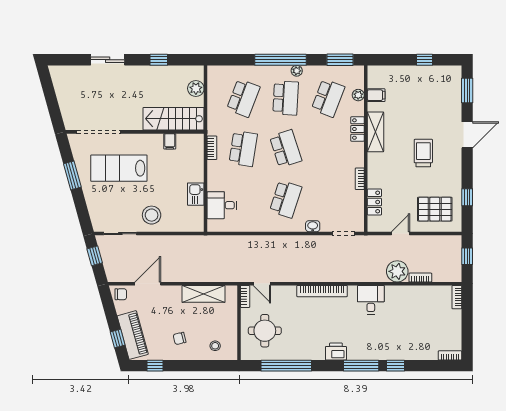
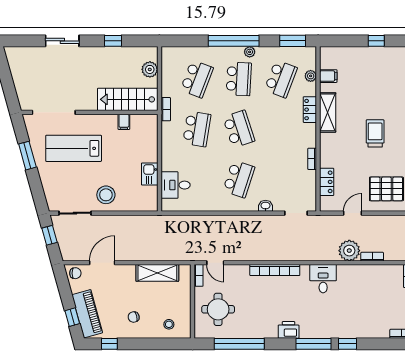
bookcase: (212, 148) -> (166, 109), moved

